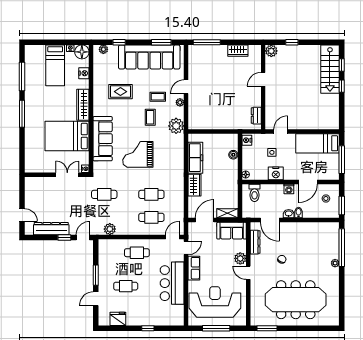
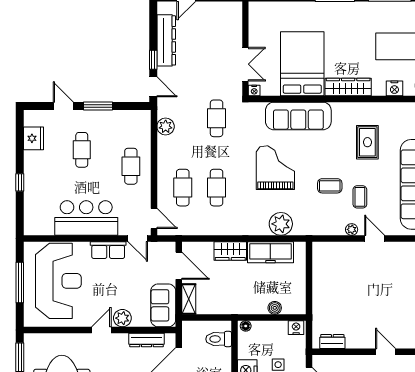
plant: (176, 126) -> (281, 224), moved

